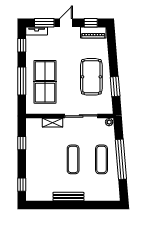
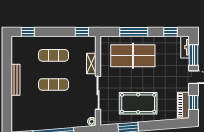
window: (22, 143) -> (82, 32), moved
exercise mat: (101, 159) -> (54, 55), moved

